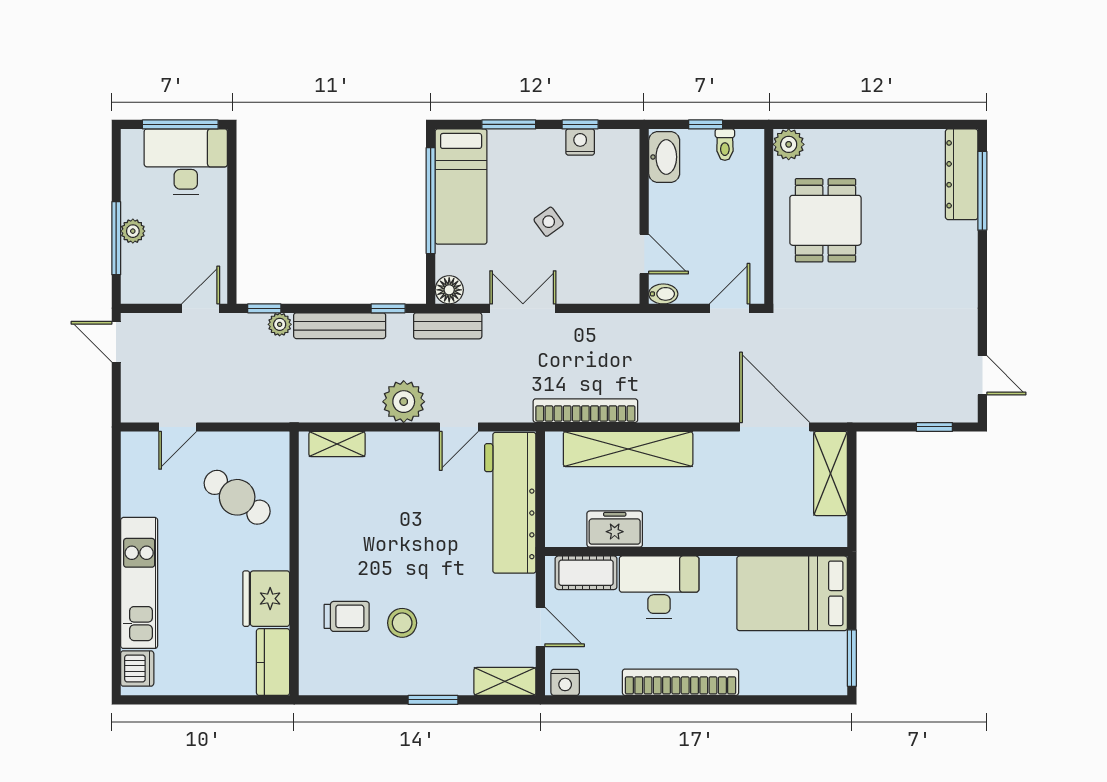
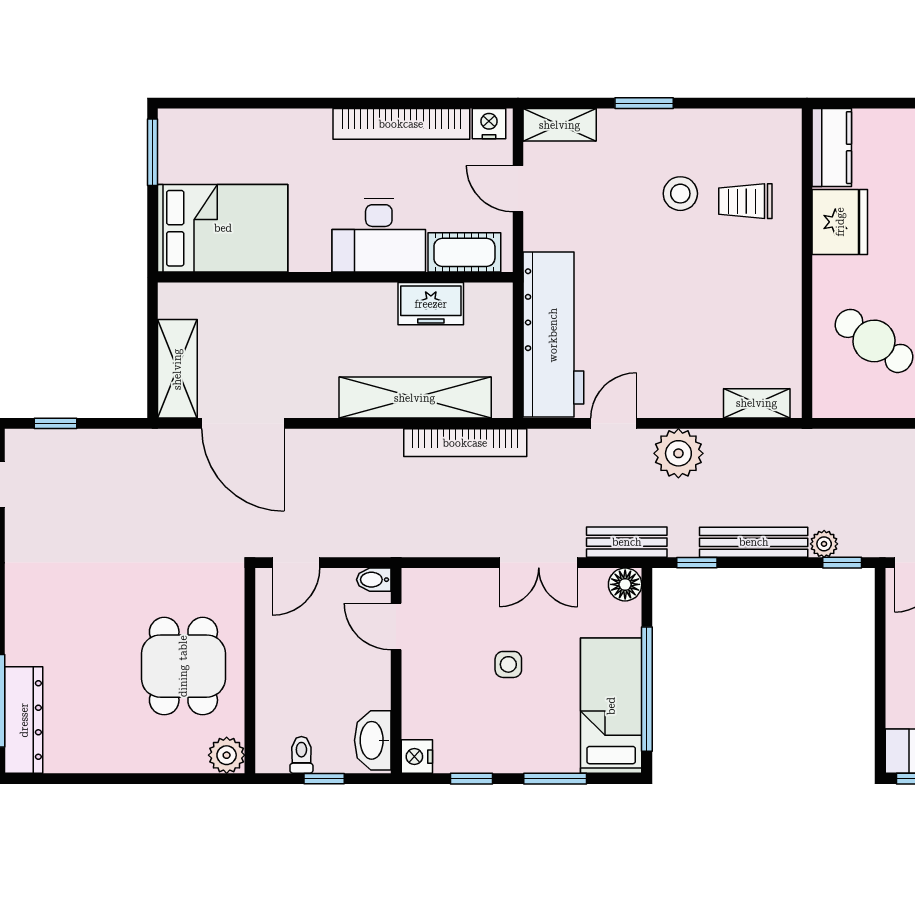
nightstand: (580, 142) -> (417, 757), moved, turned 90
side table: (549, 222) -> (508, 664), turned 36
bookcase: (681, 682) -> (401, 124), moved

